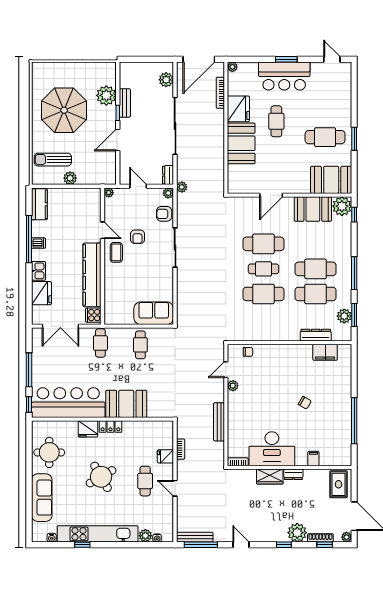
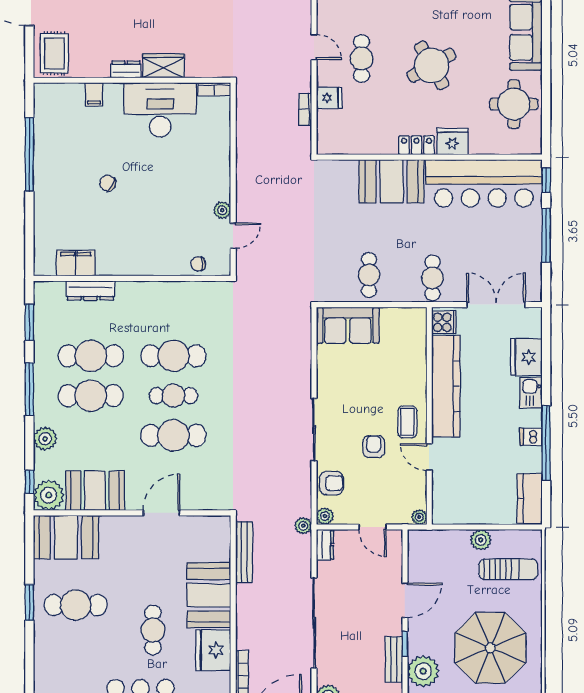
plant: (344, 316) -> (45, 439), moved
bench: (219, 422) -> (244, 552), moved

